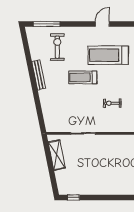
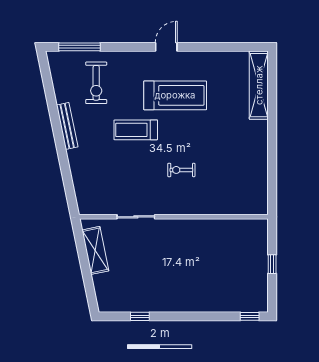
exercise bike: (57, 47) -> (96, 83), turned 180
treadmill: (108, 55) -> (175, 95), turned 180
window: (73, 197) -> (140, 316), moved

